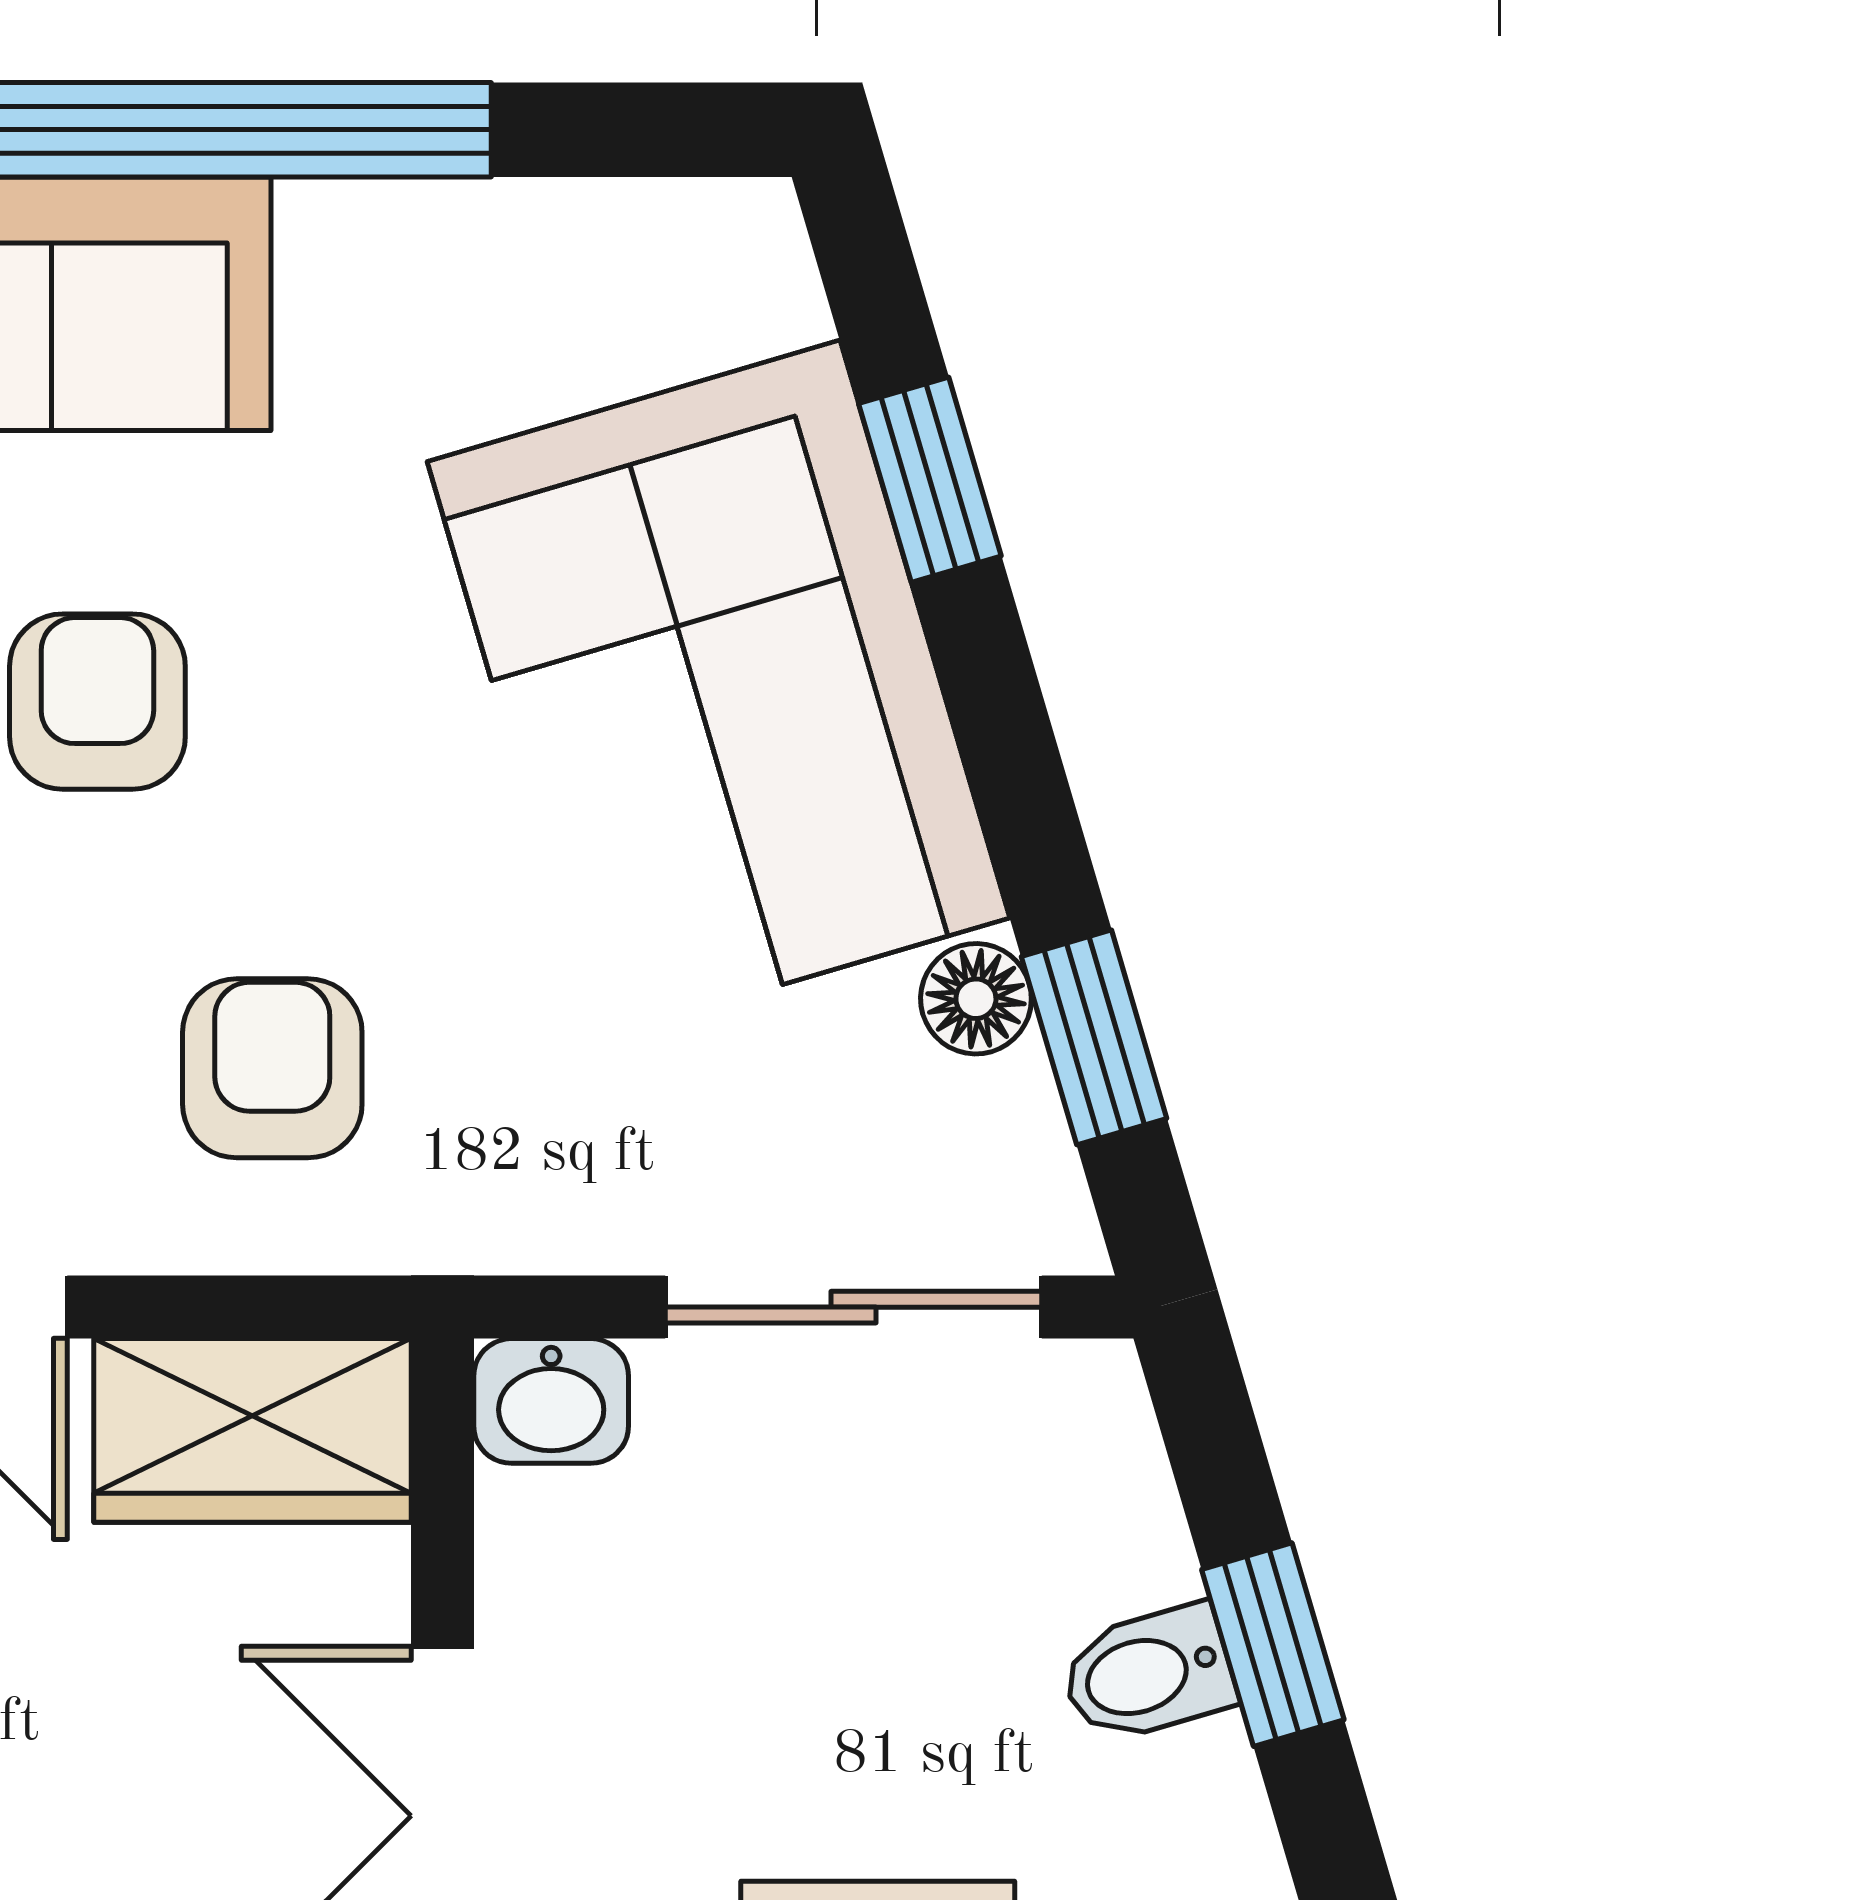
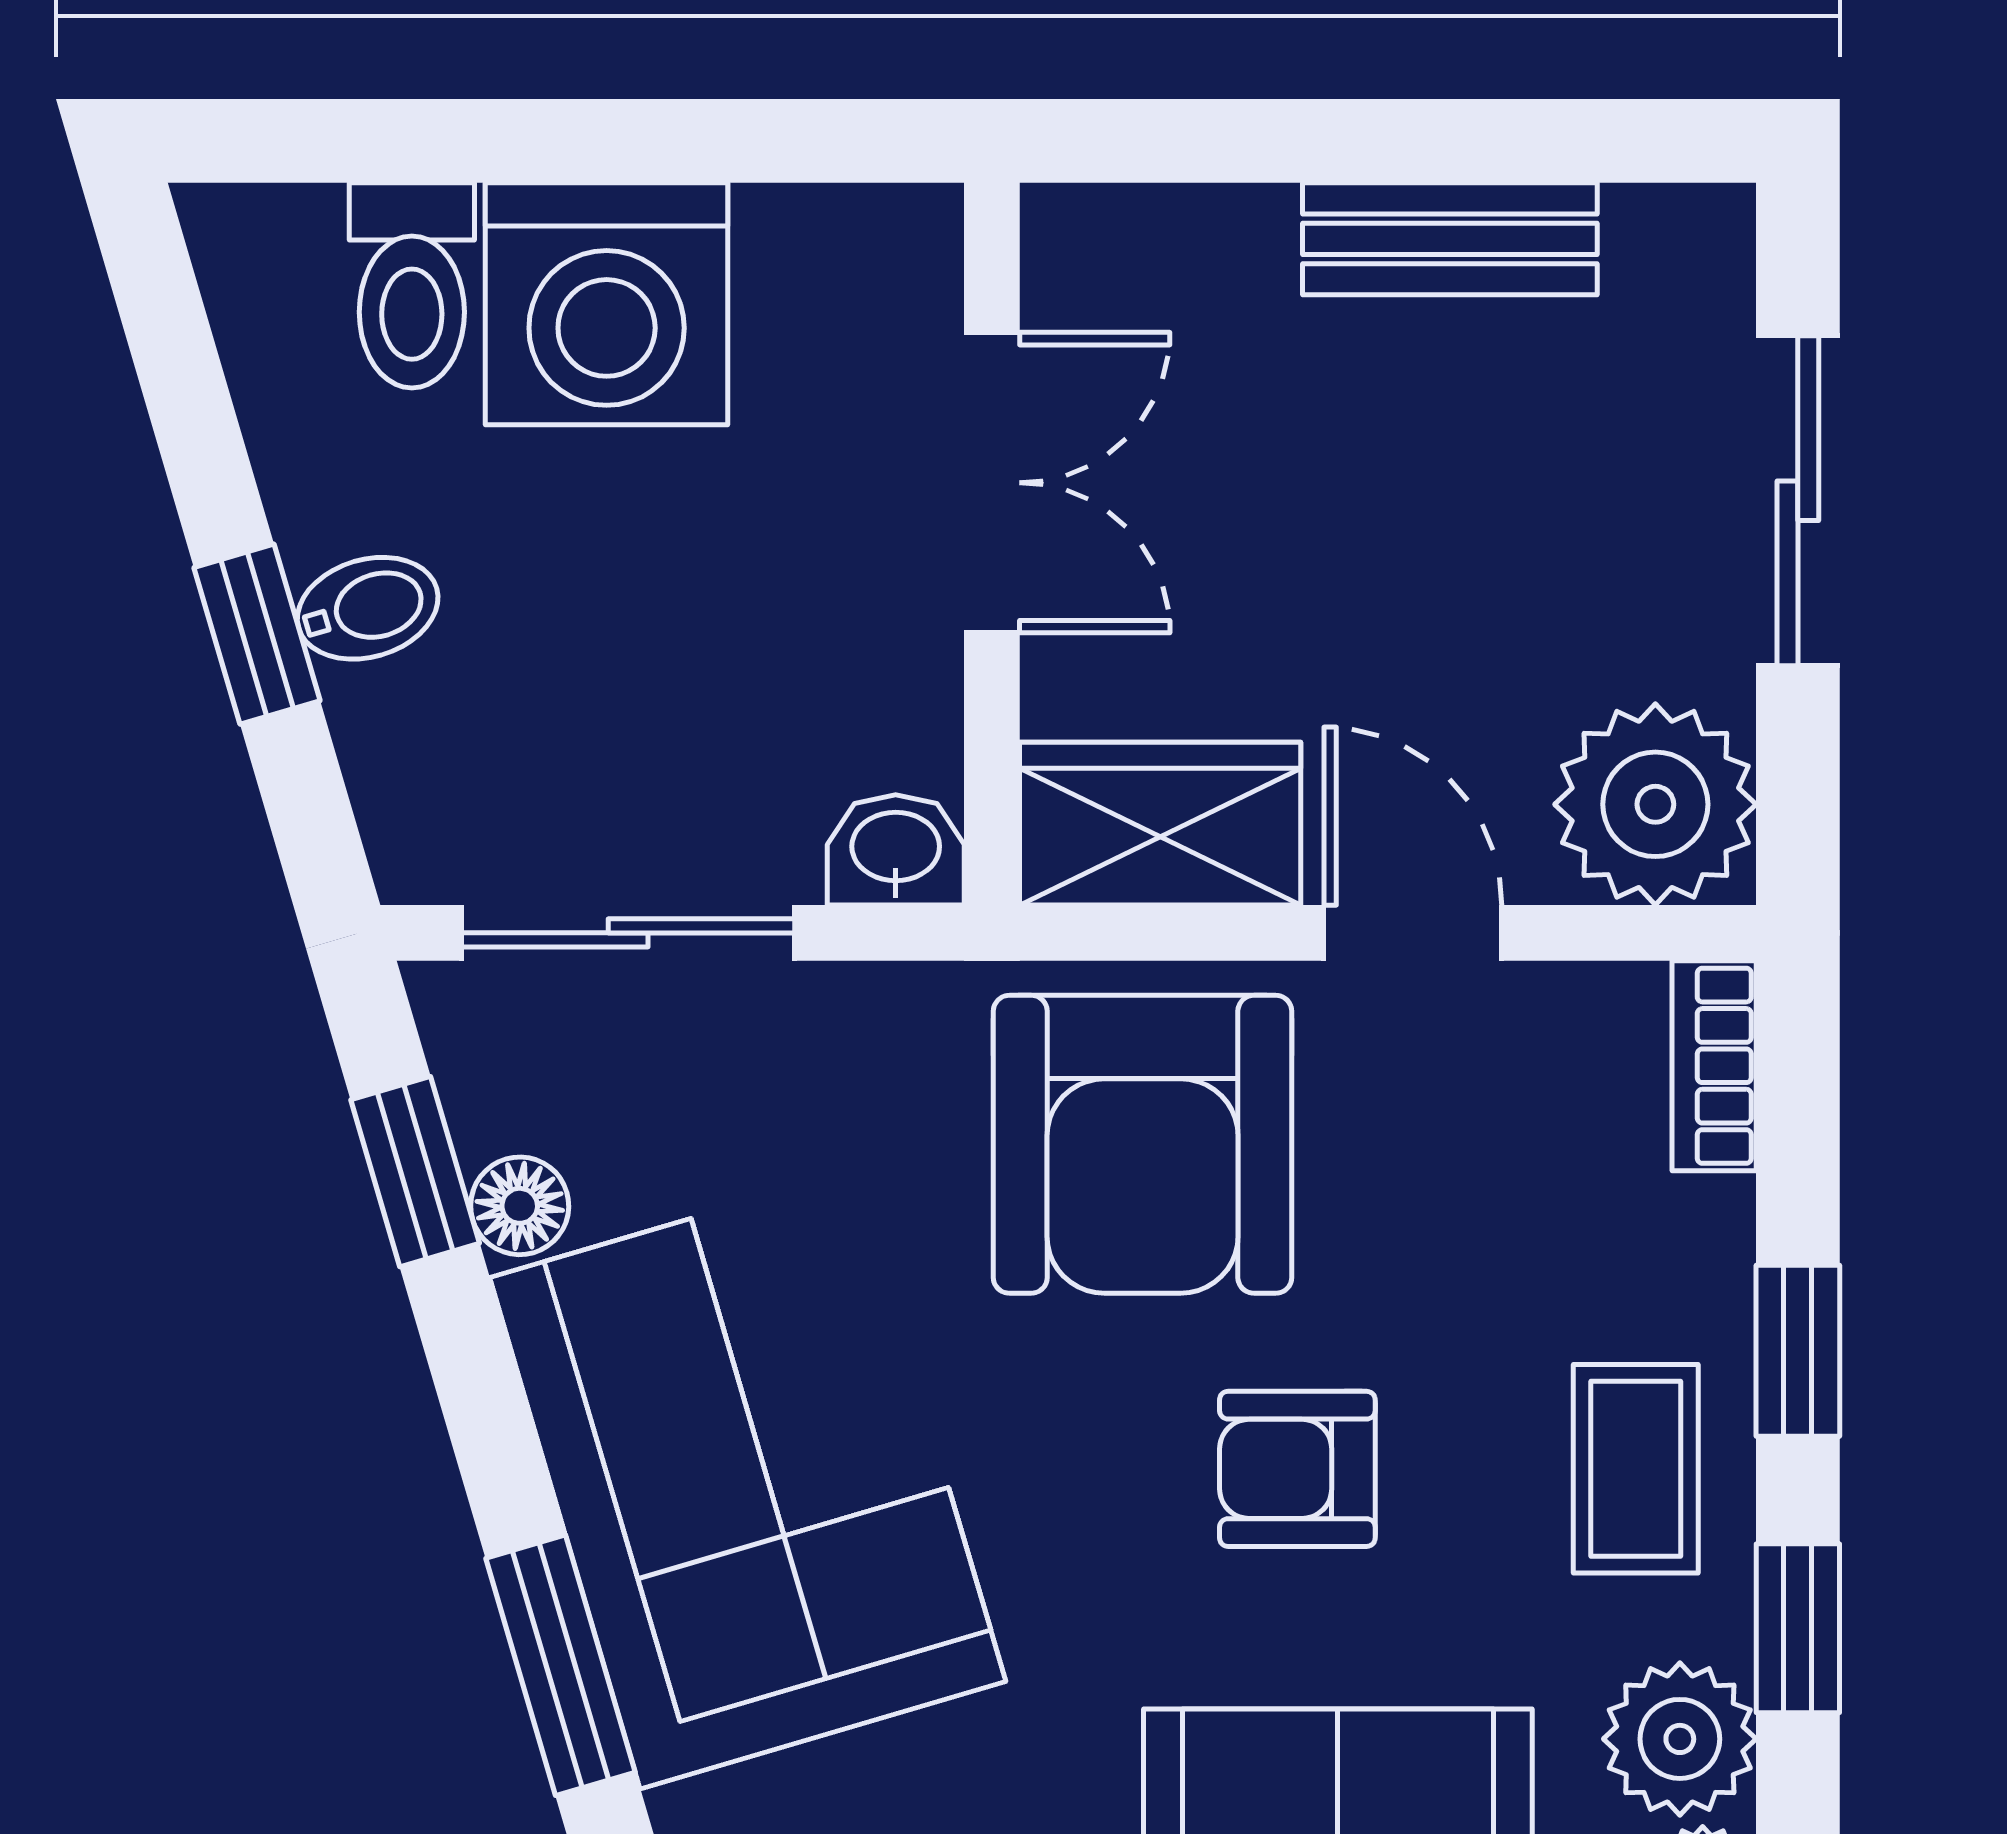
window: (930, 480) -> (560, 1665), width x1.50
armchair: (97, 702) -> (1297, 1469), turned 90
armchair: (272, 1068) -> (1143, 1144), width x1.88, depth x1.88

